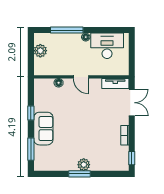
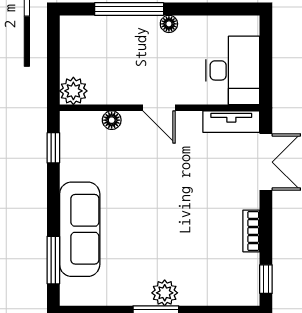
desk: (107, 46) -> (233, 70), moved, turned 90
plant: (40, 51) -> (73, 91), moved
window: (31, 113) -> (53, 148), moved
sofa: (43, 129) -> (80, 229), width x1.36

